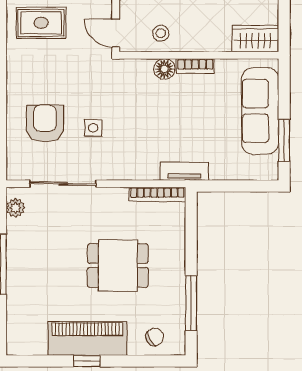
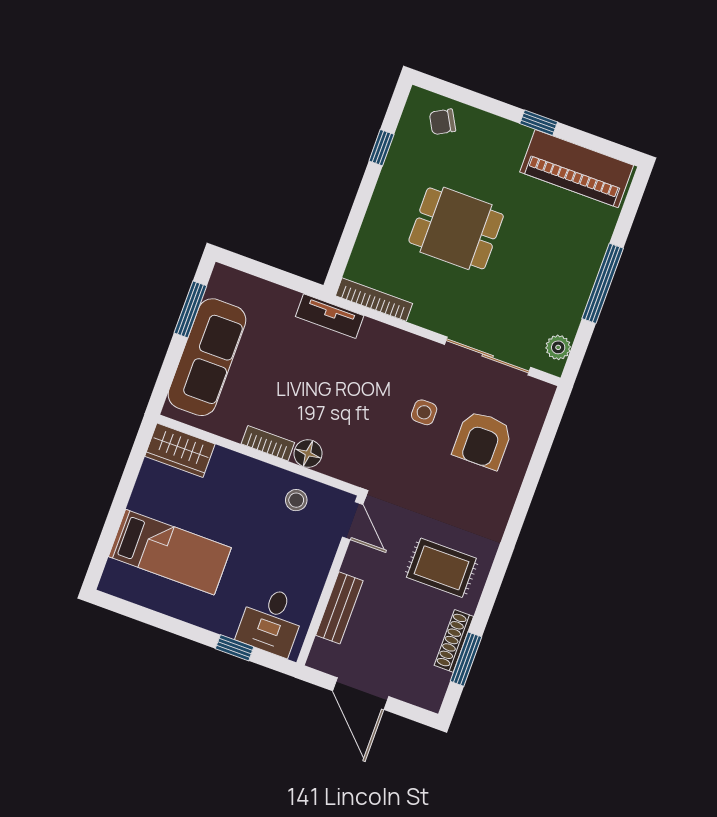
window: (191, 303) -> (381, 148), width x0.46
piano: (87, 338) -> (577, 169), moved

